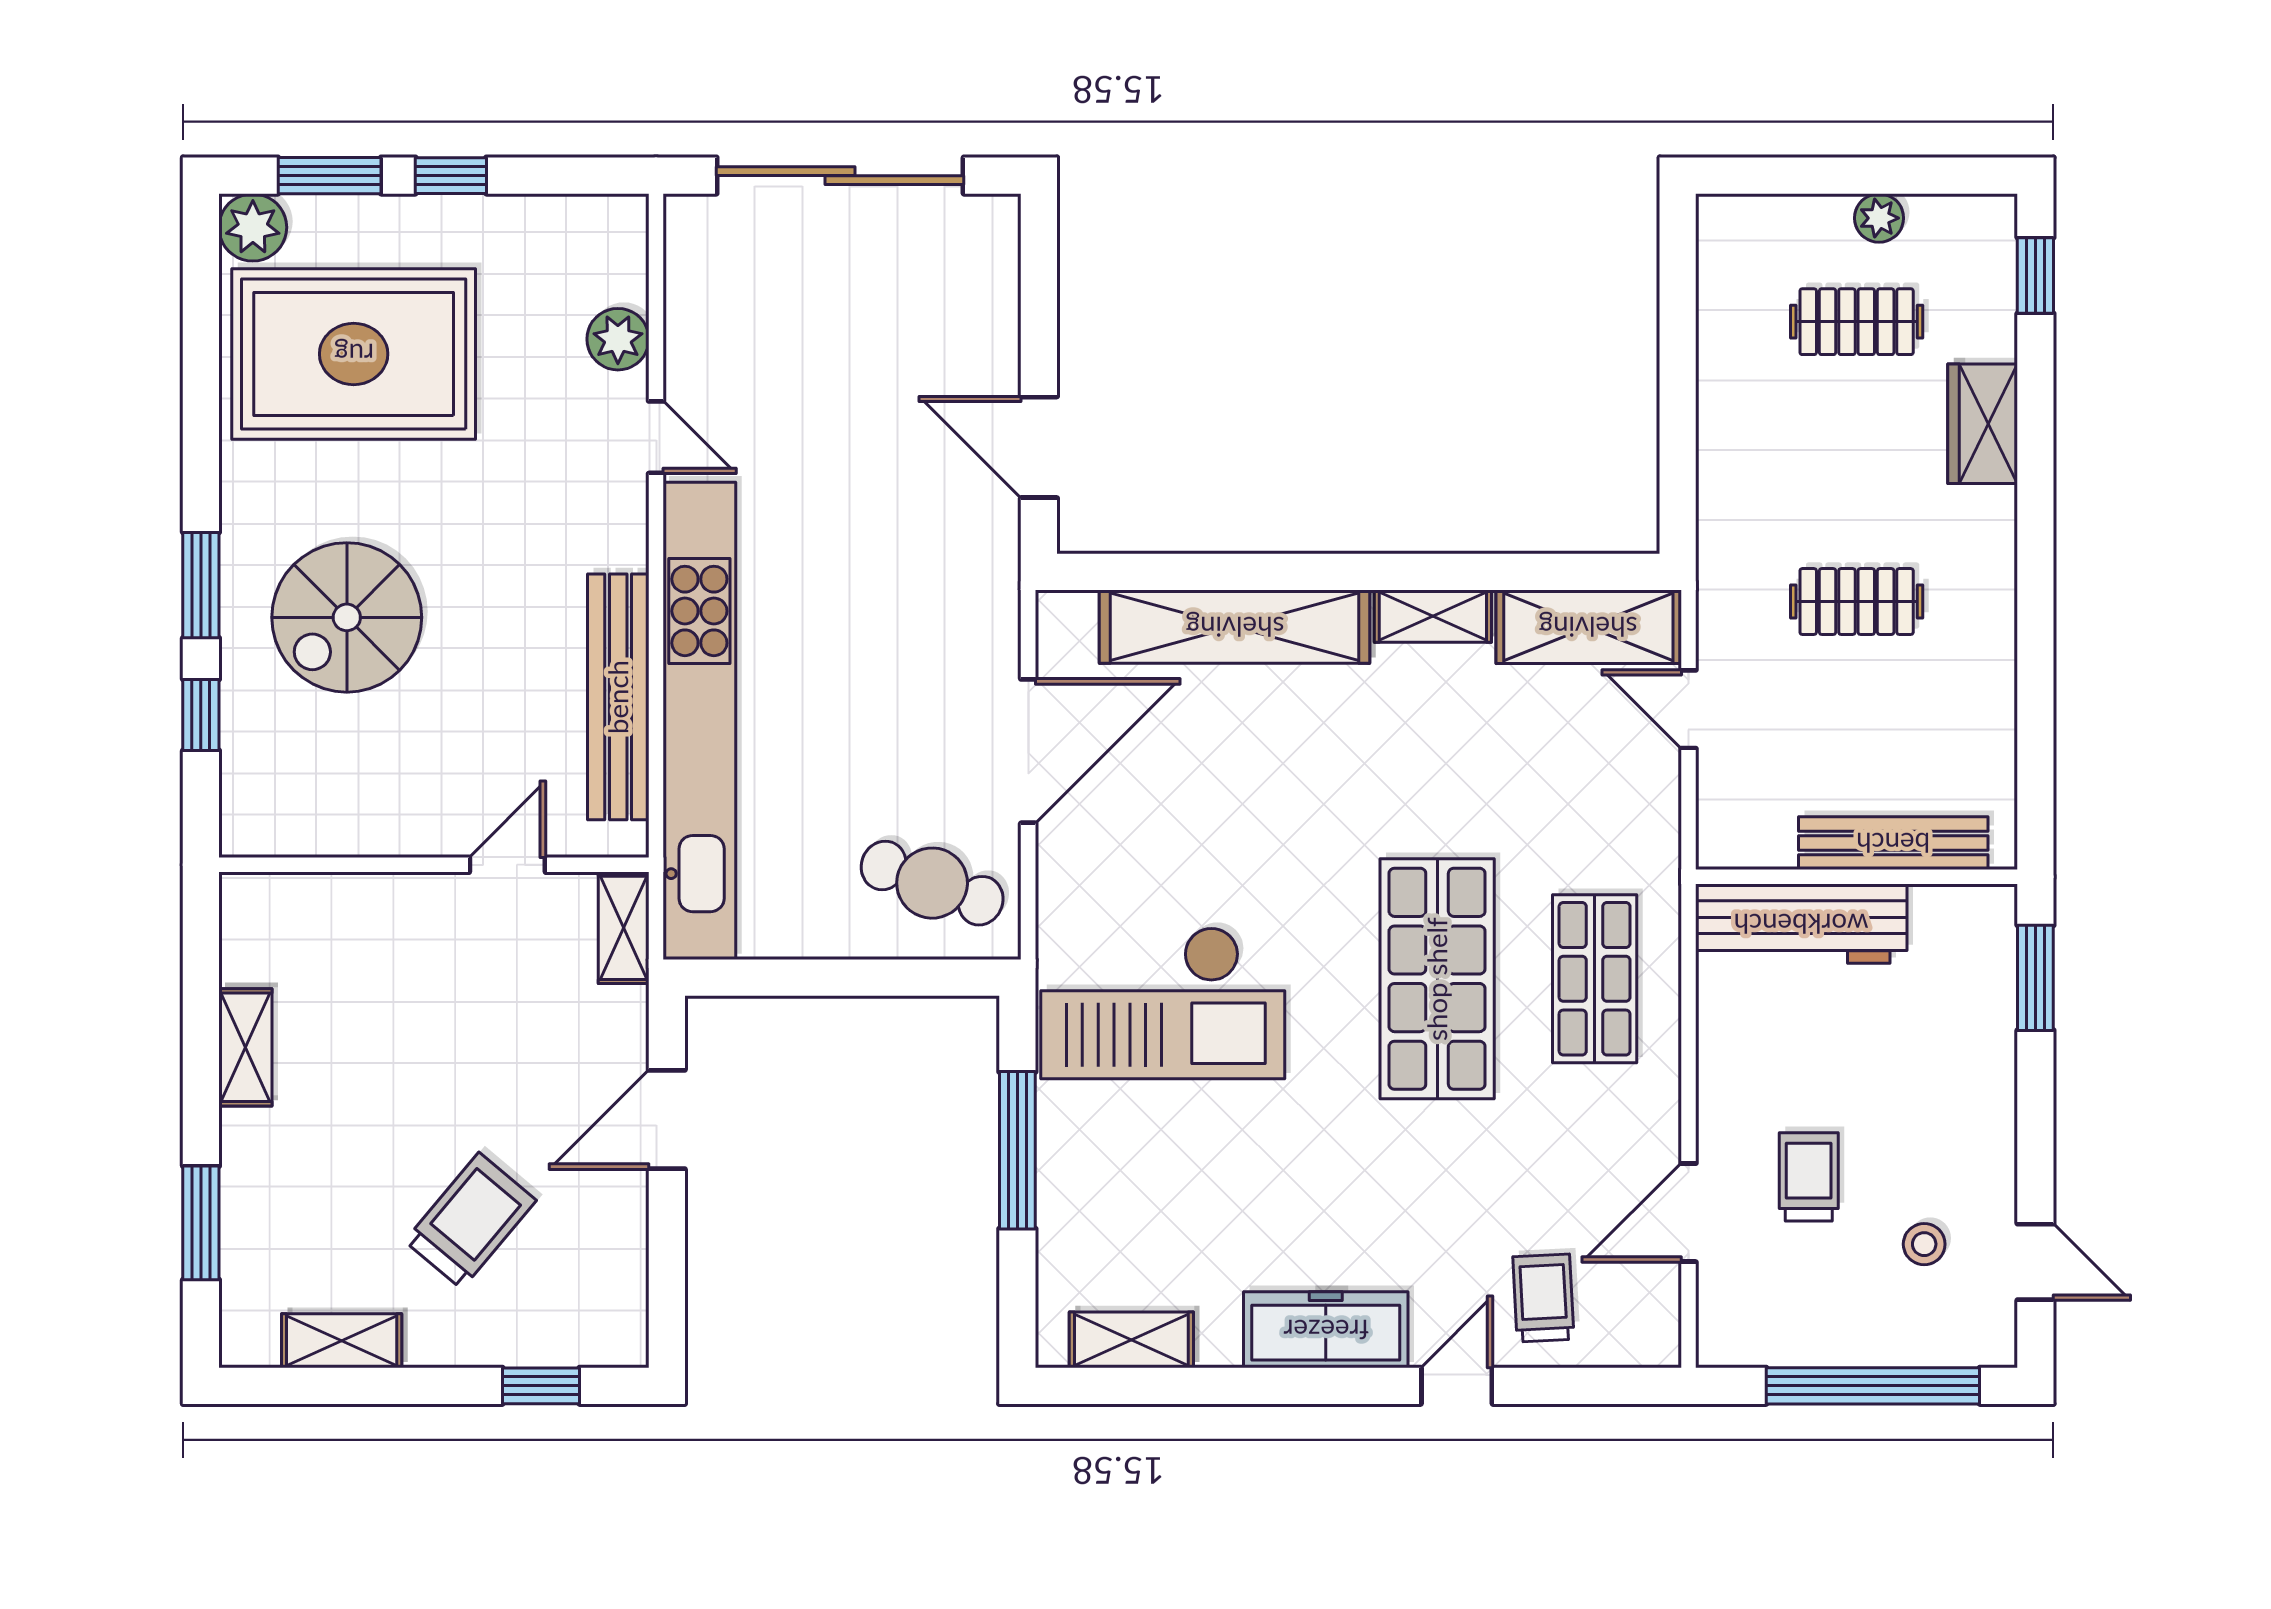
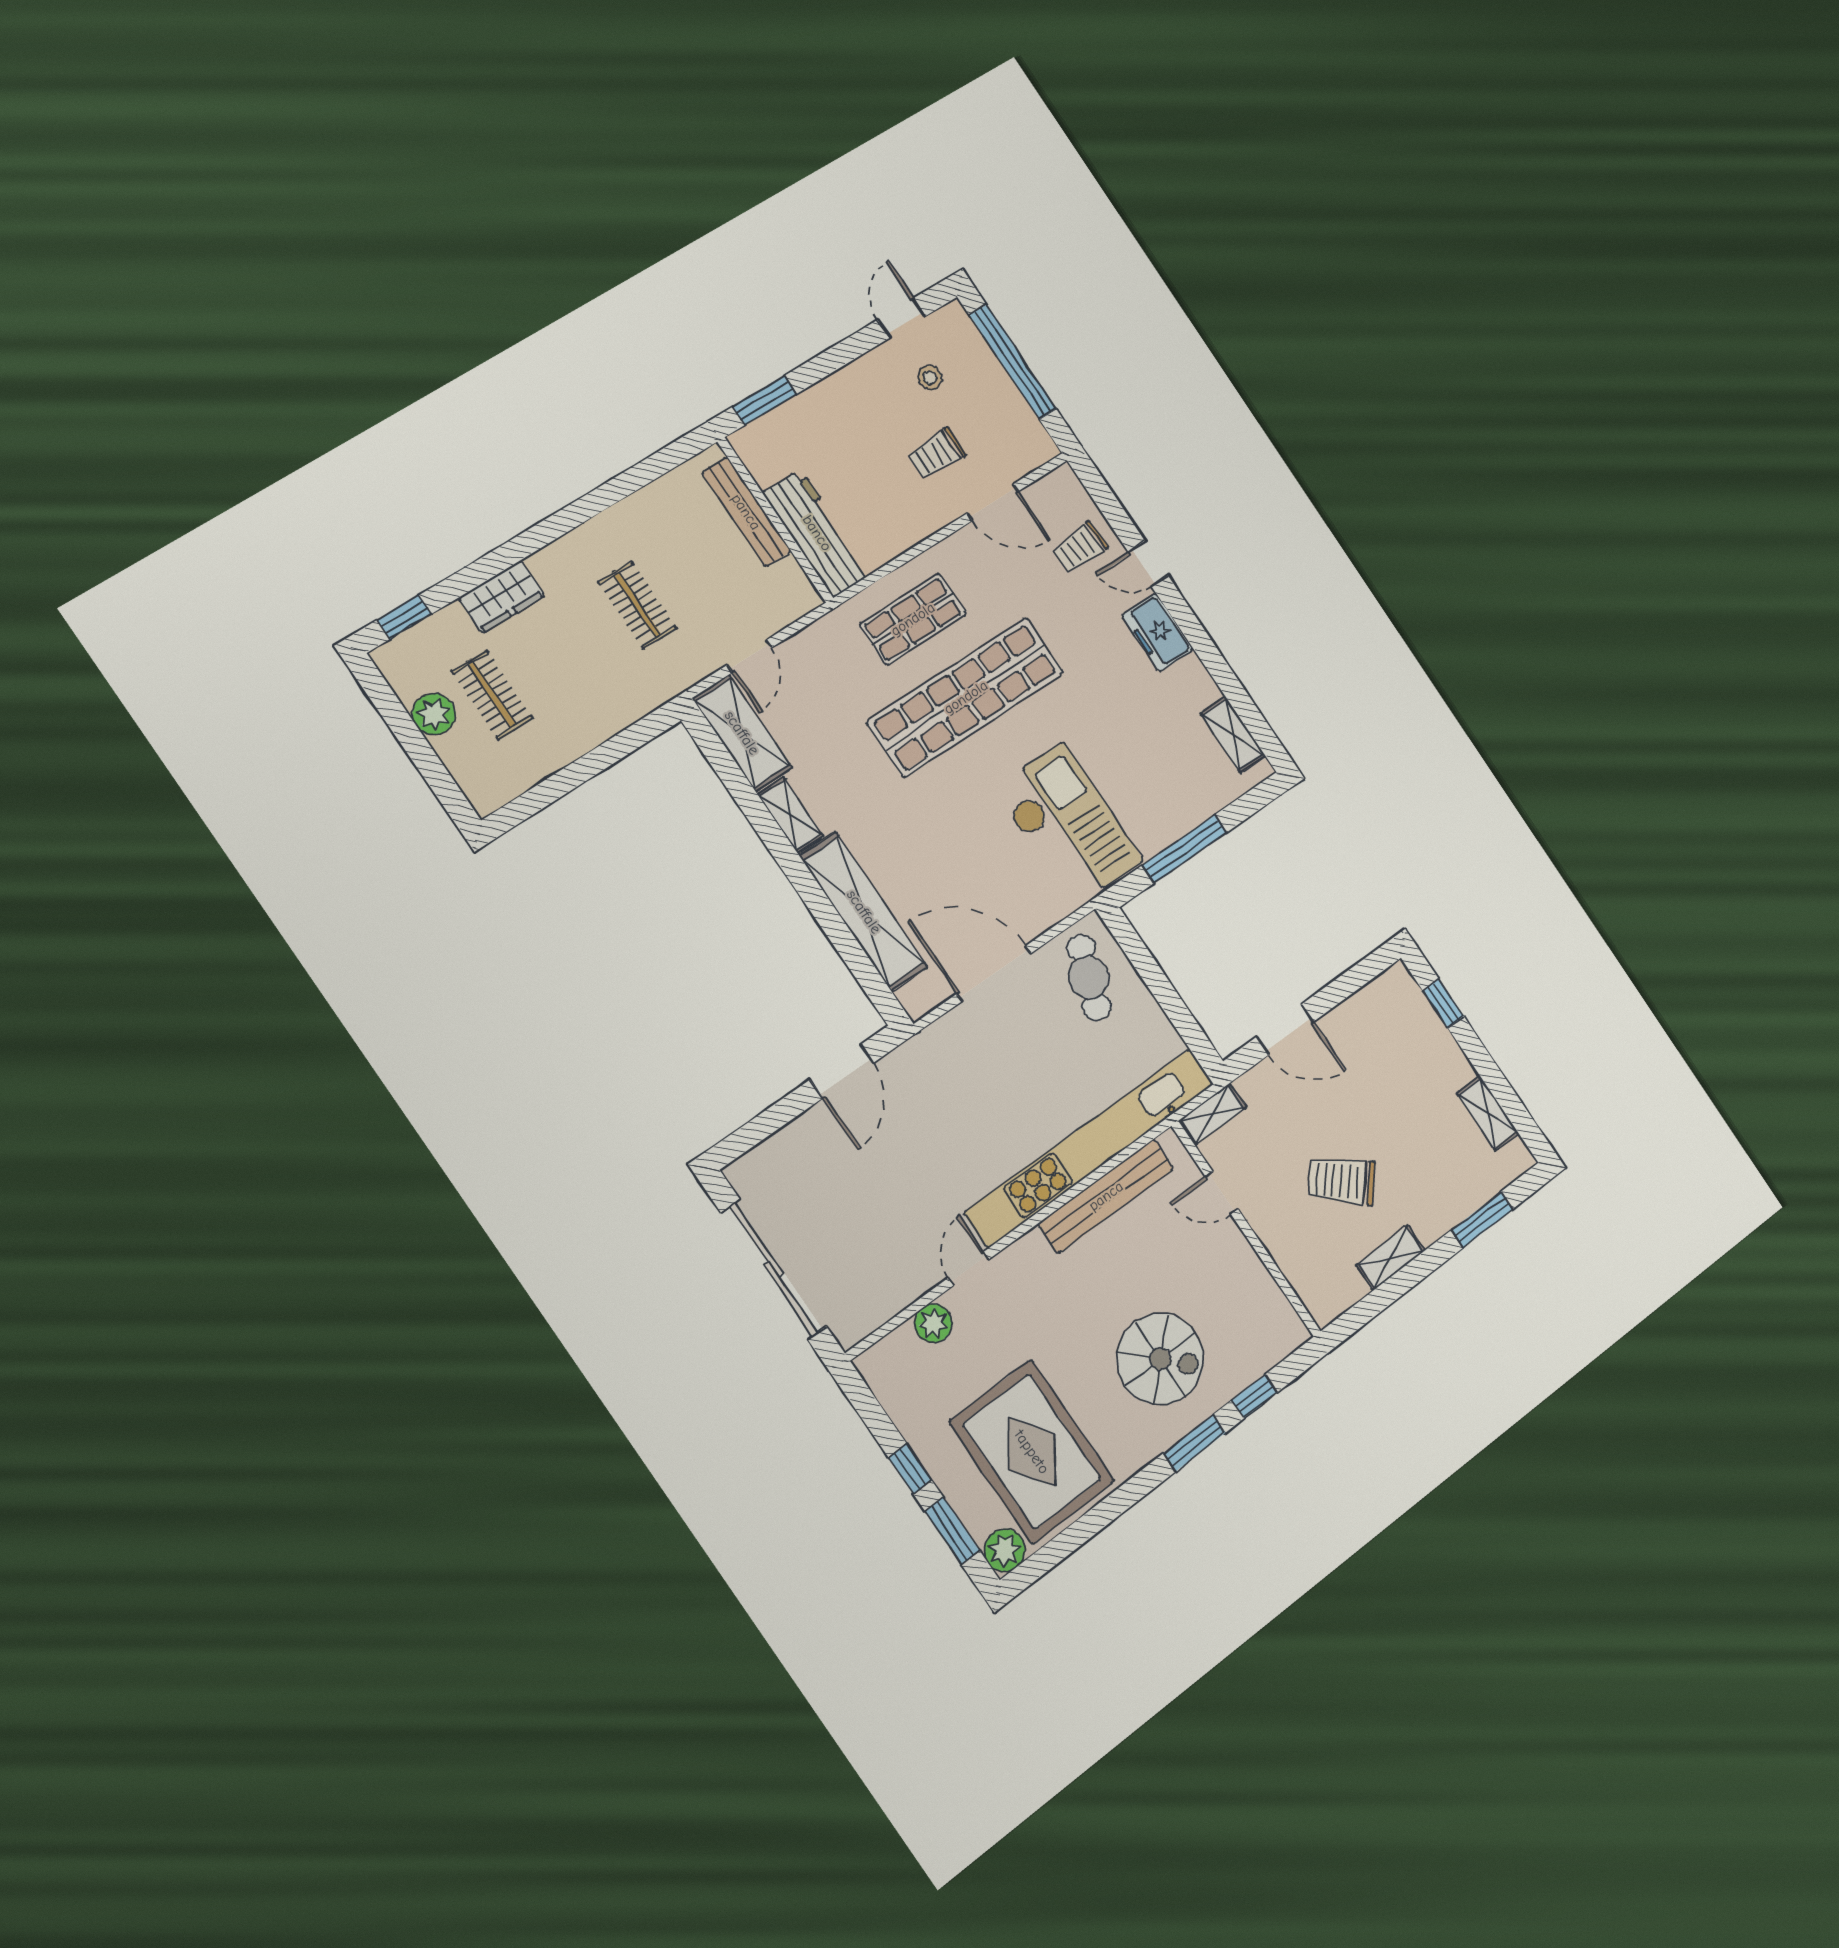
plant: (1879, 218) -> (434, 714), width x1.38, depth x1.38
shop shelf: (1437, 979) -> (966, 697), width x1.40
trolley: (470, 1221) -> (1342, 1181), moved
freezer: (1326, 1330) -> (1158, 632), width x0.71

